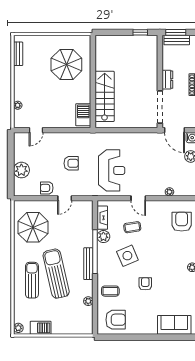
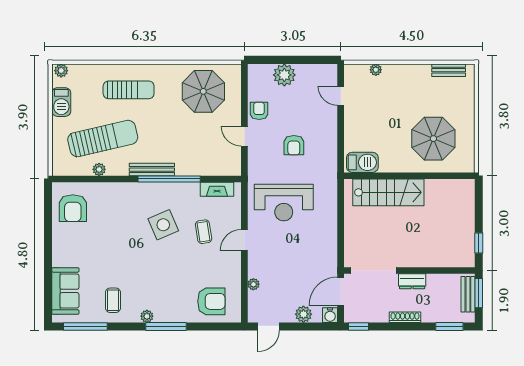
plant: (103, 237) -> (190, 191), removed
sun lounger: (56, 274) -> (103, 138), moved
armchair: (145, 284) -> (123, 250), removed
coffee table: (110, 291) -> (113, 300), moved

